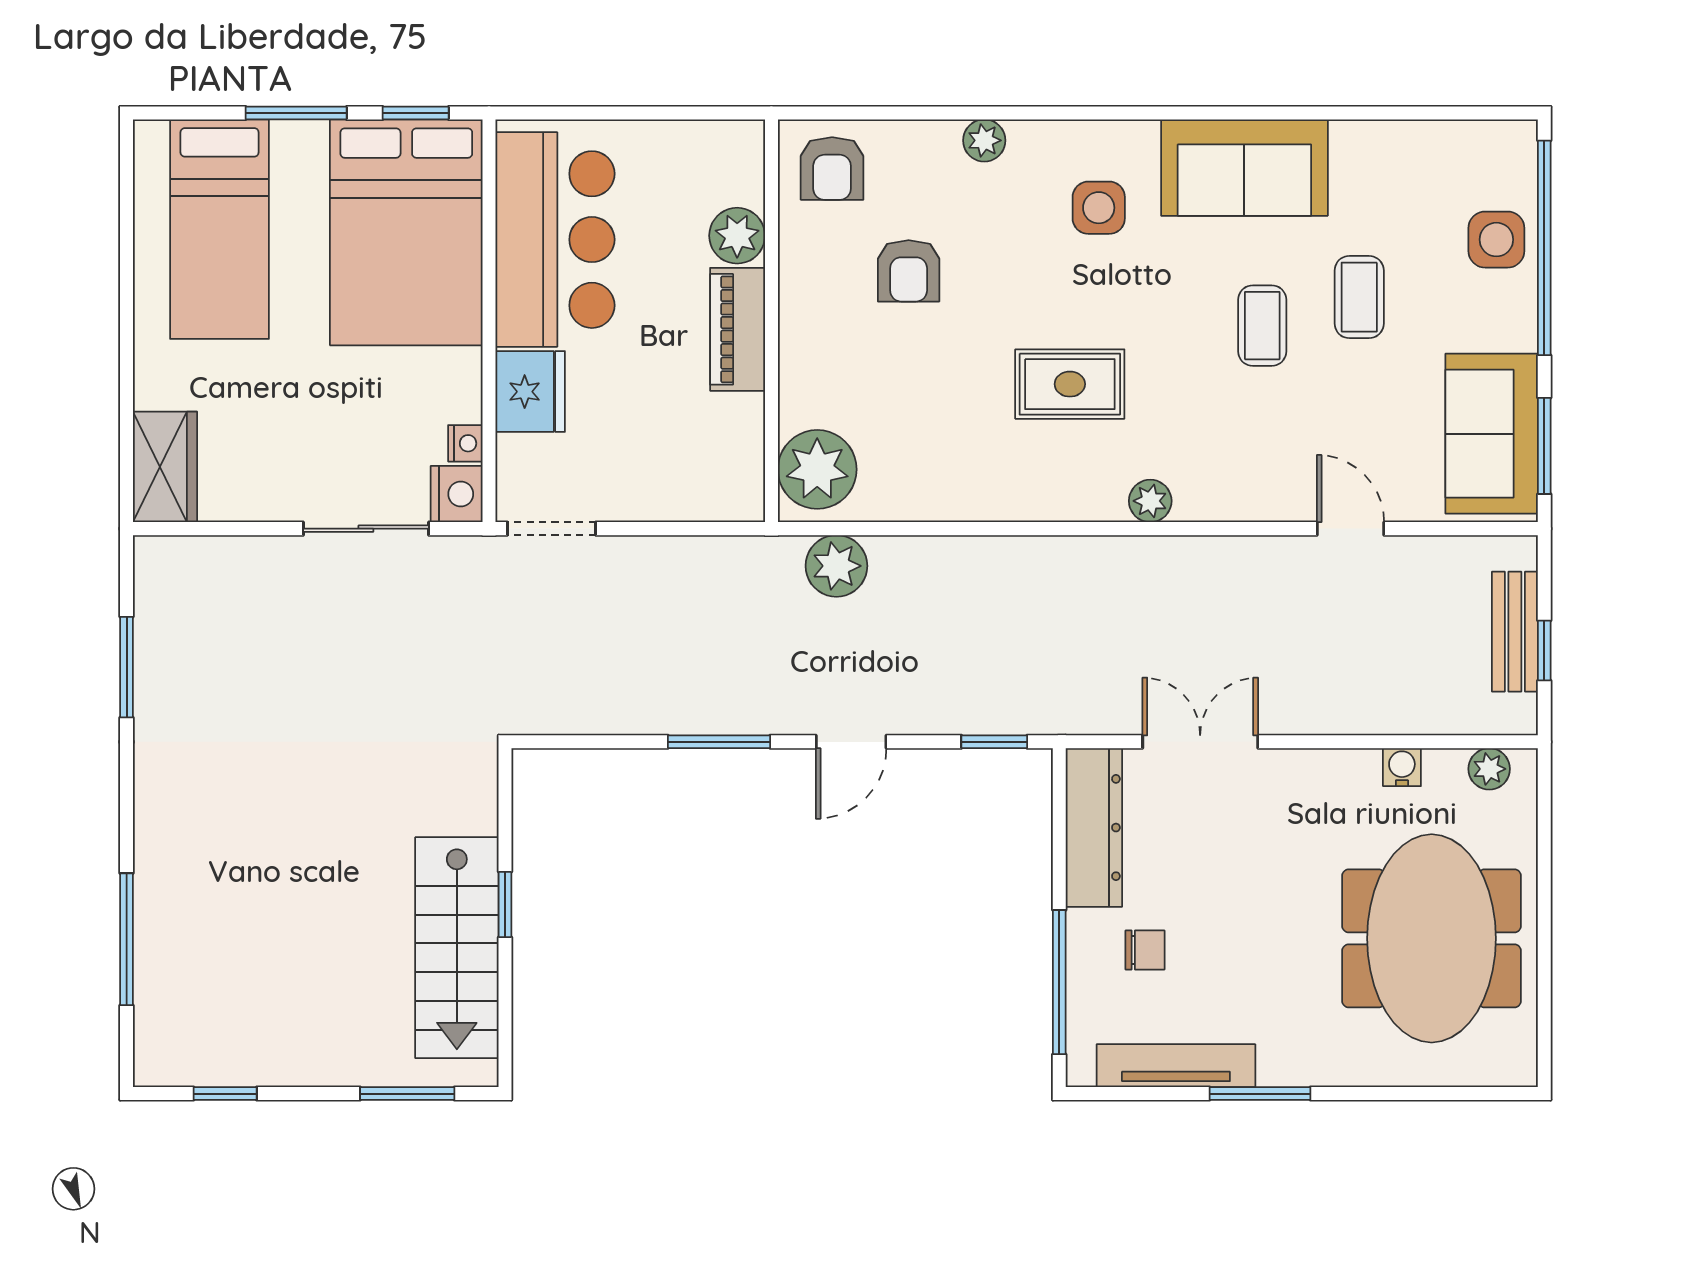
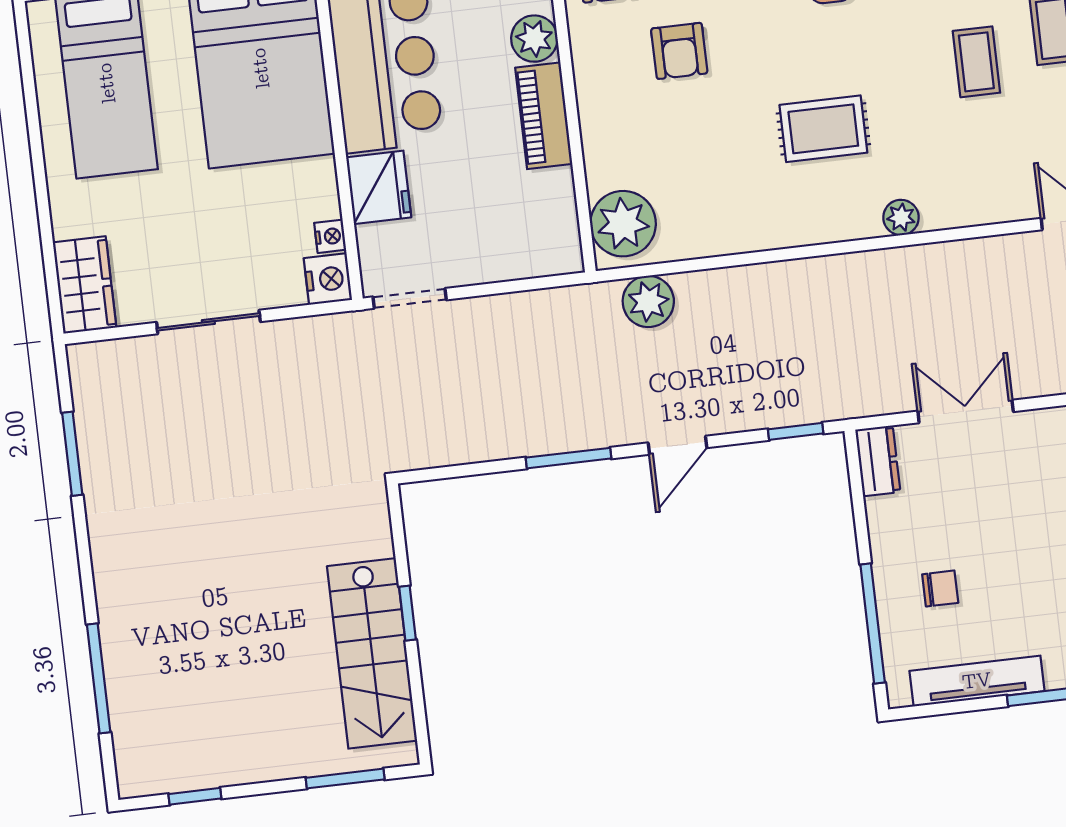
sliding door: (366, 529) -> (208, 322), moved
dresser: (1094, 828) -> (878, 461), width x0.51, depth x0.80

